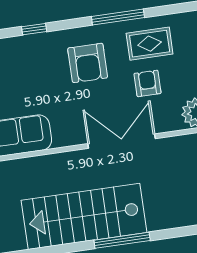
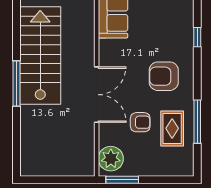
window: (118, 17) -> (197, 122), moved

